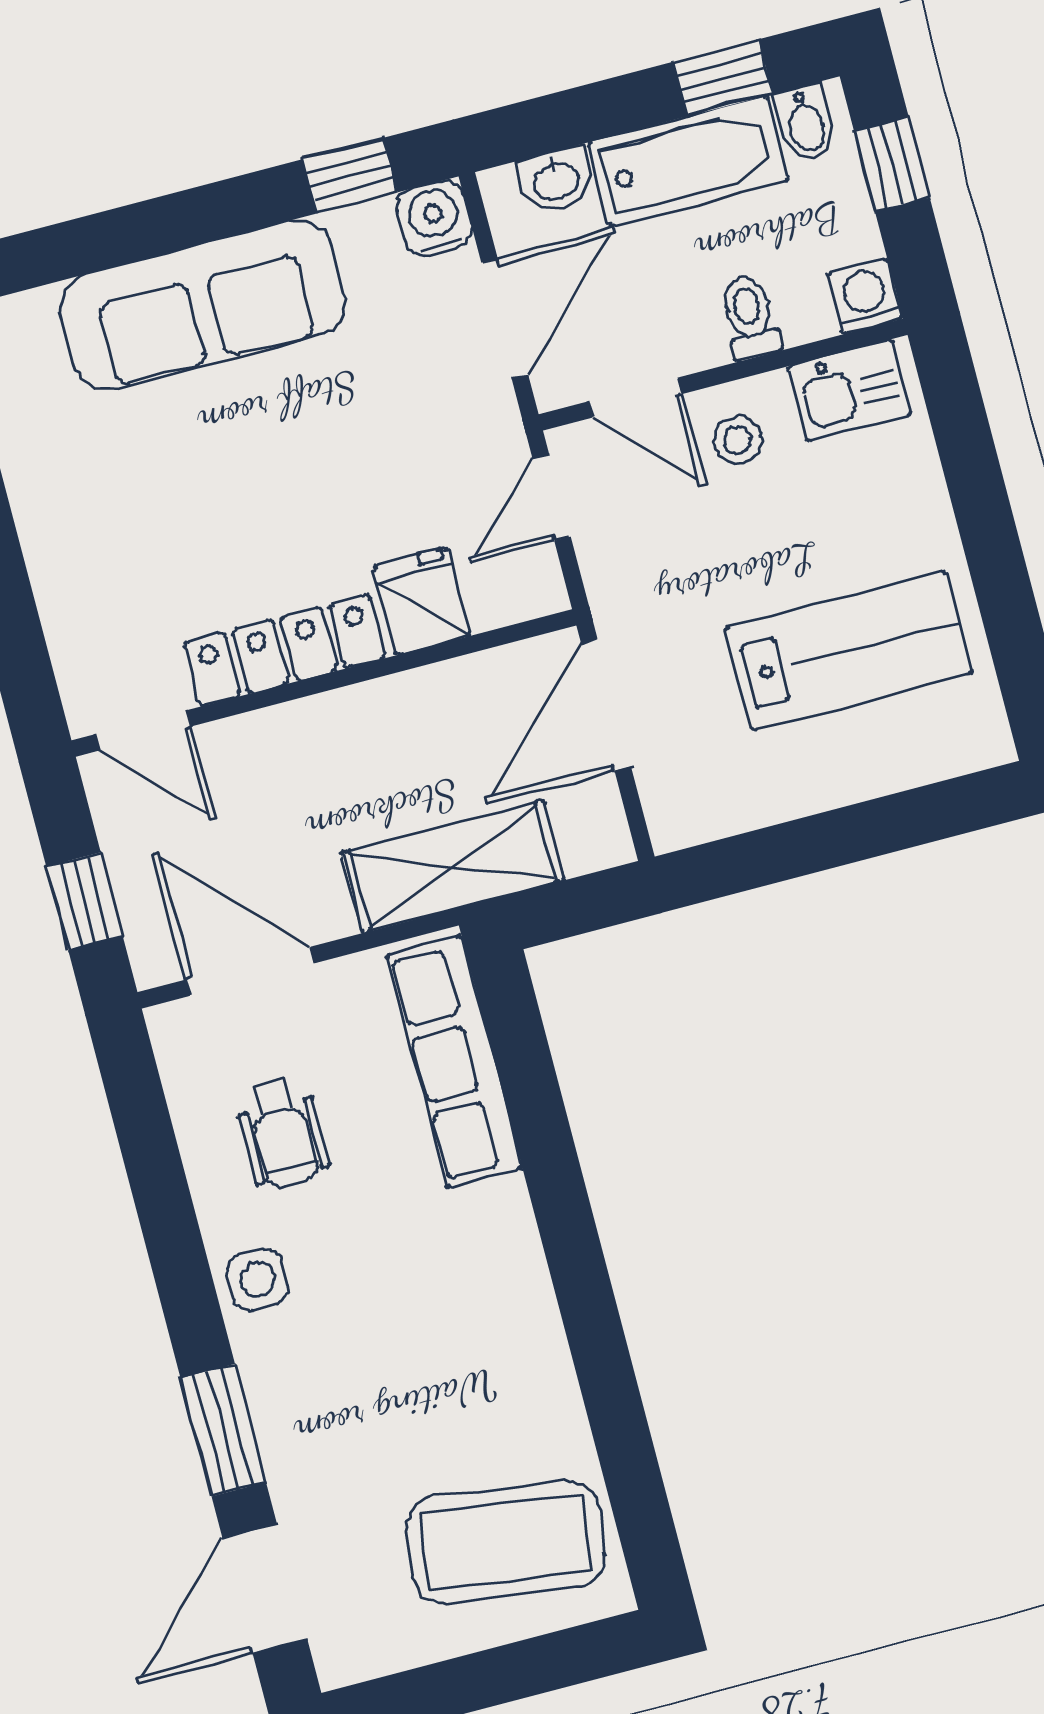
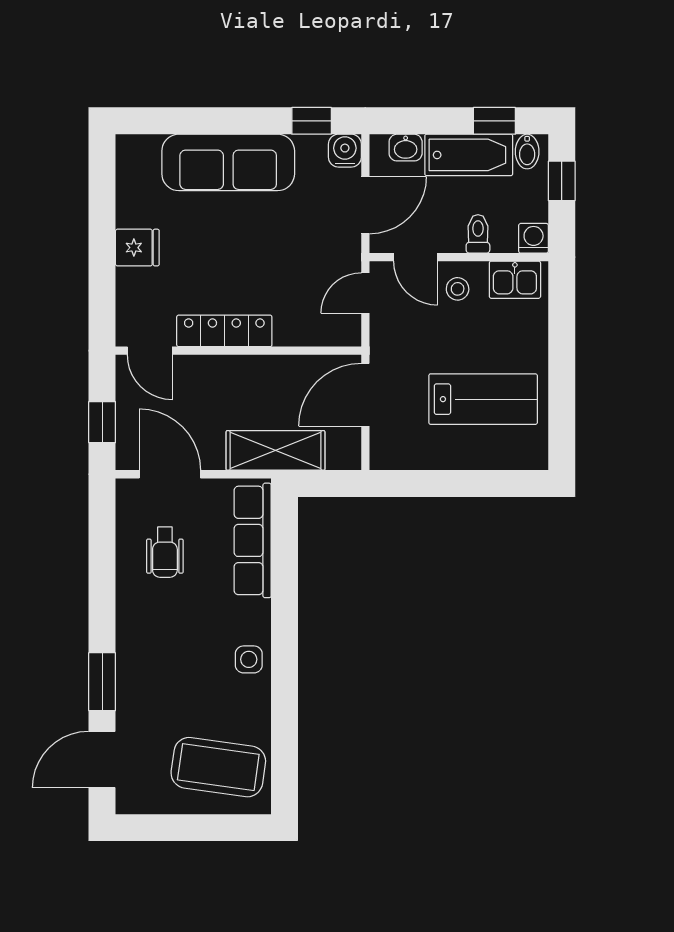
fridge: (421, 601) -> (137, 248), moved, turned 90
side table: (257, 1280) -> (249, 659), moved

